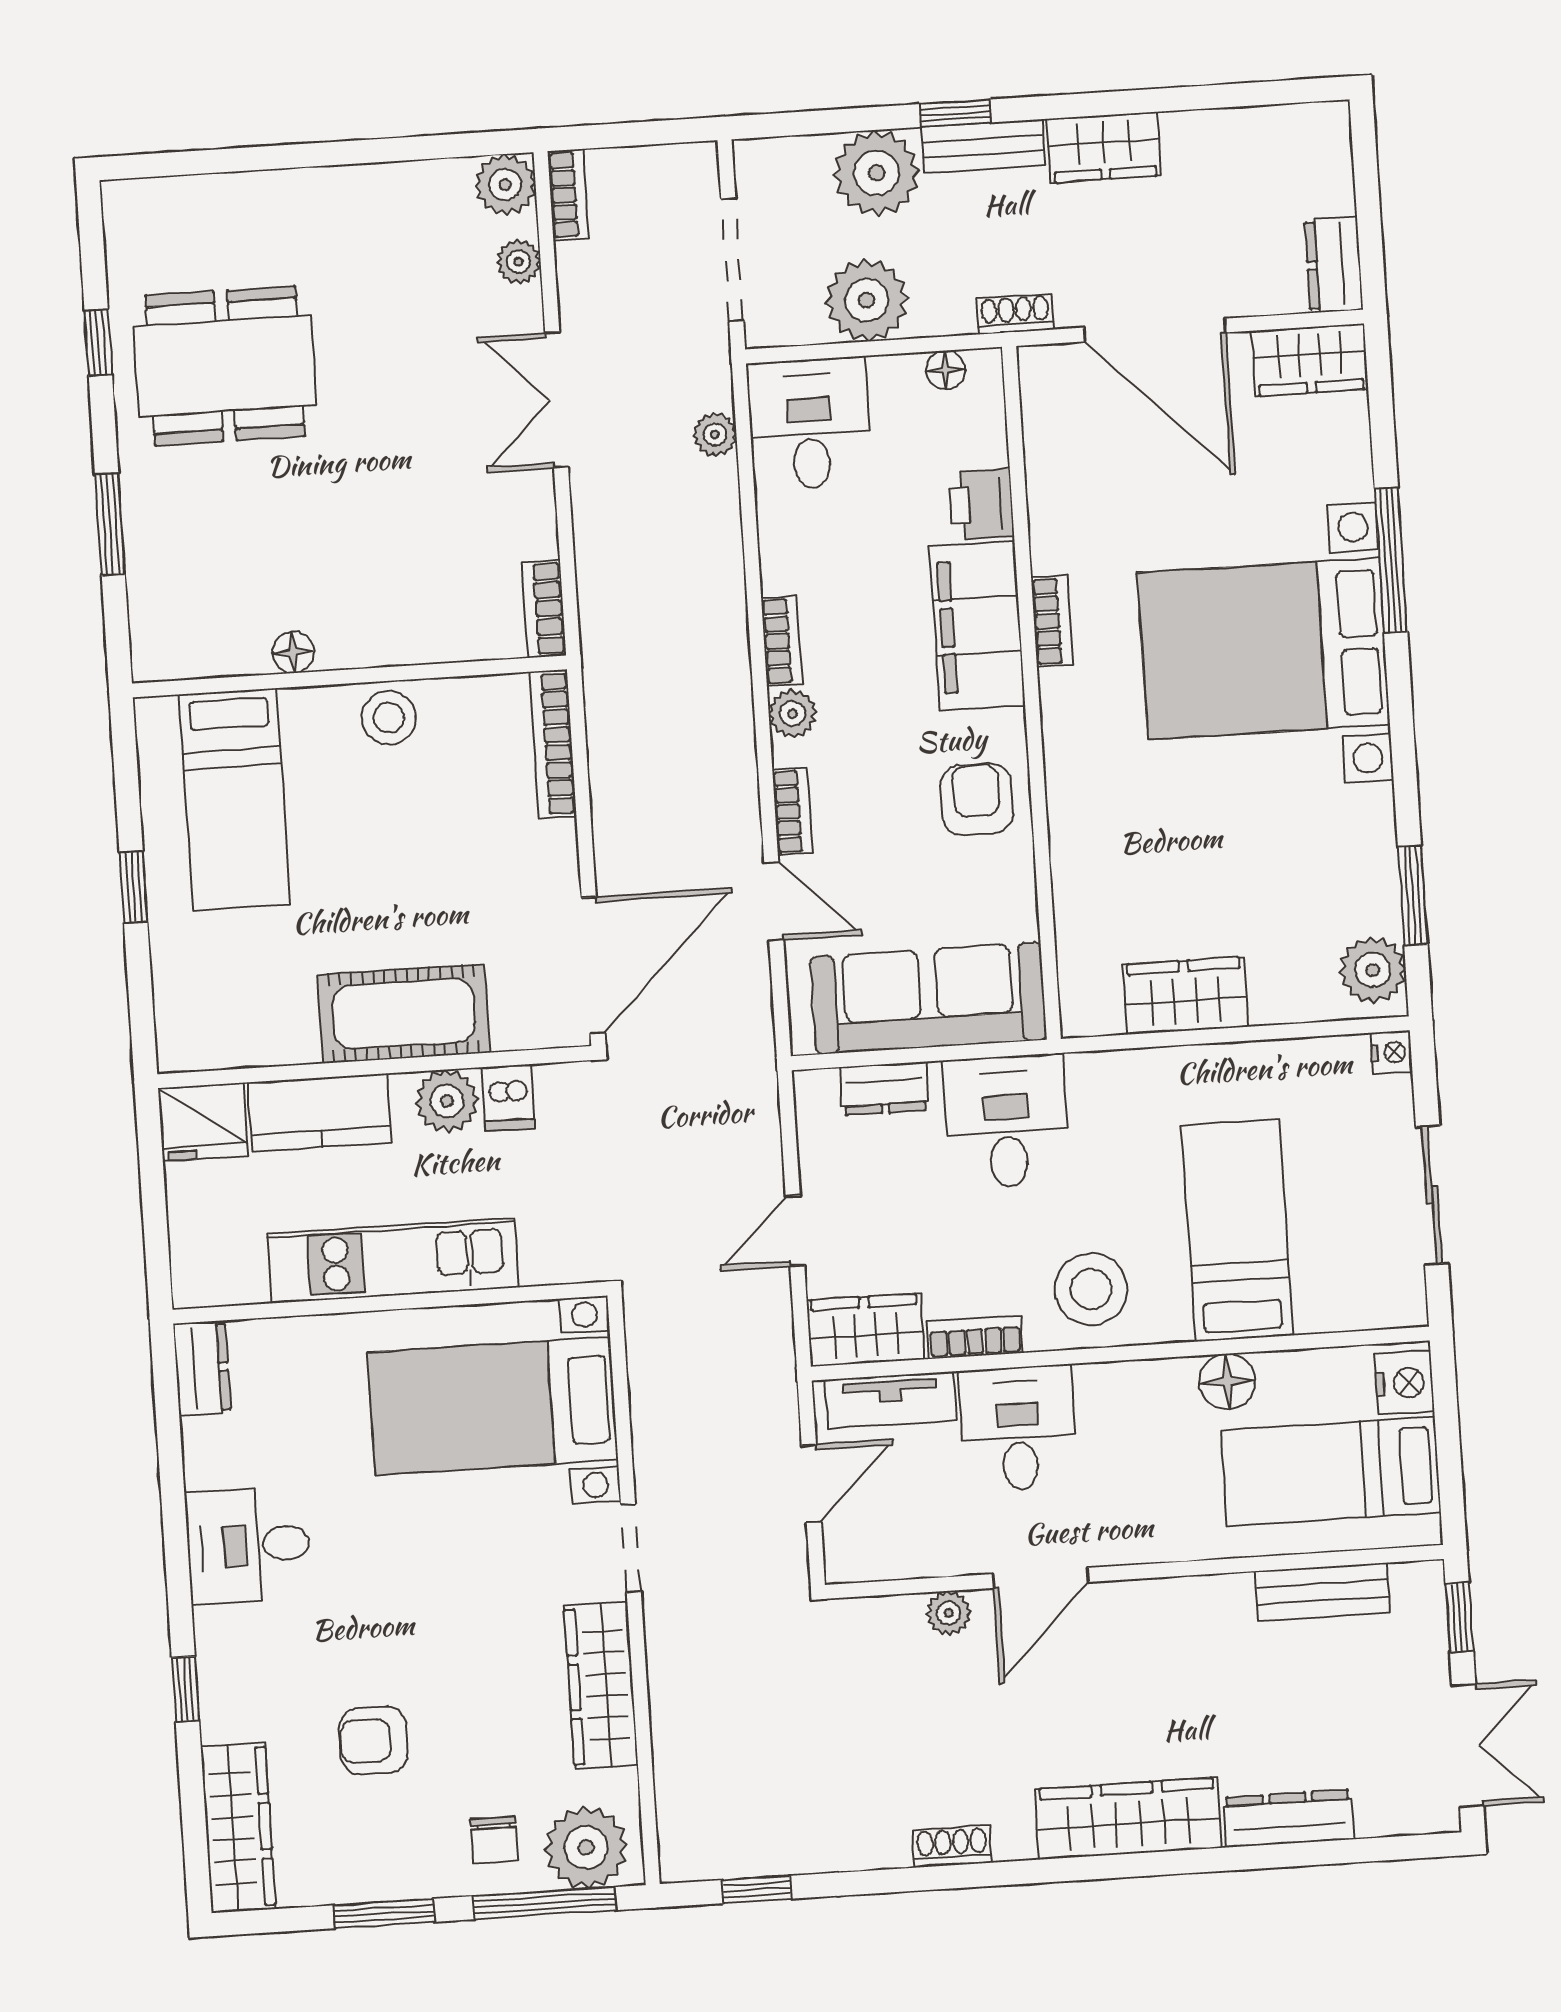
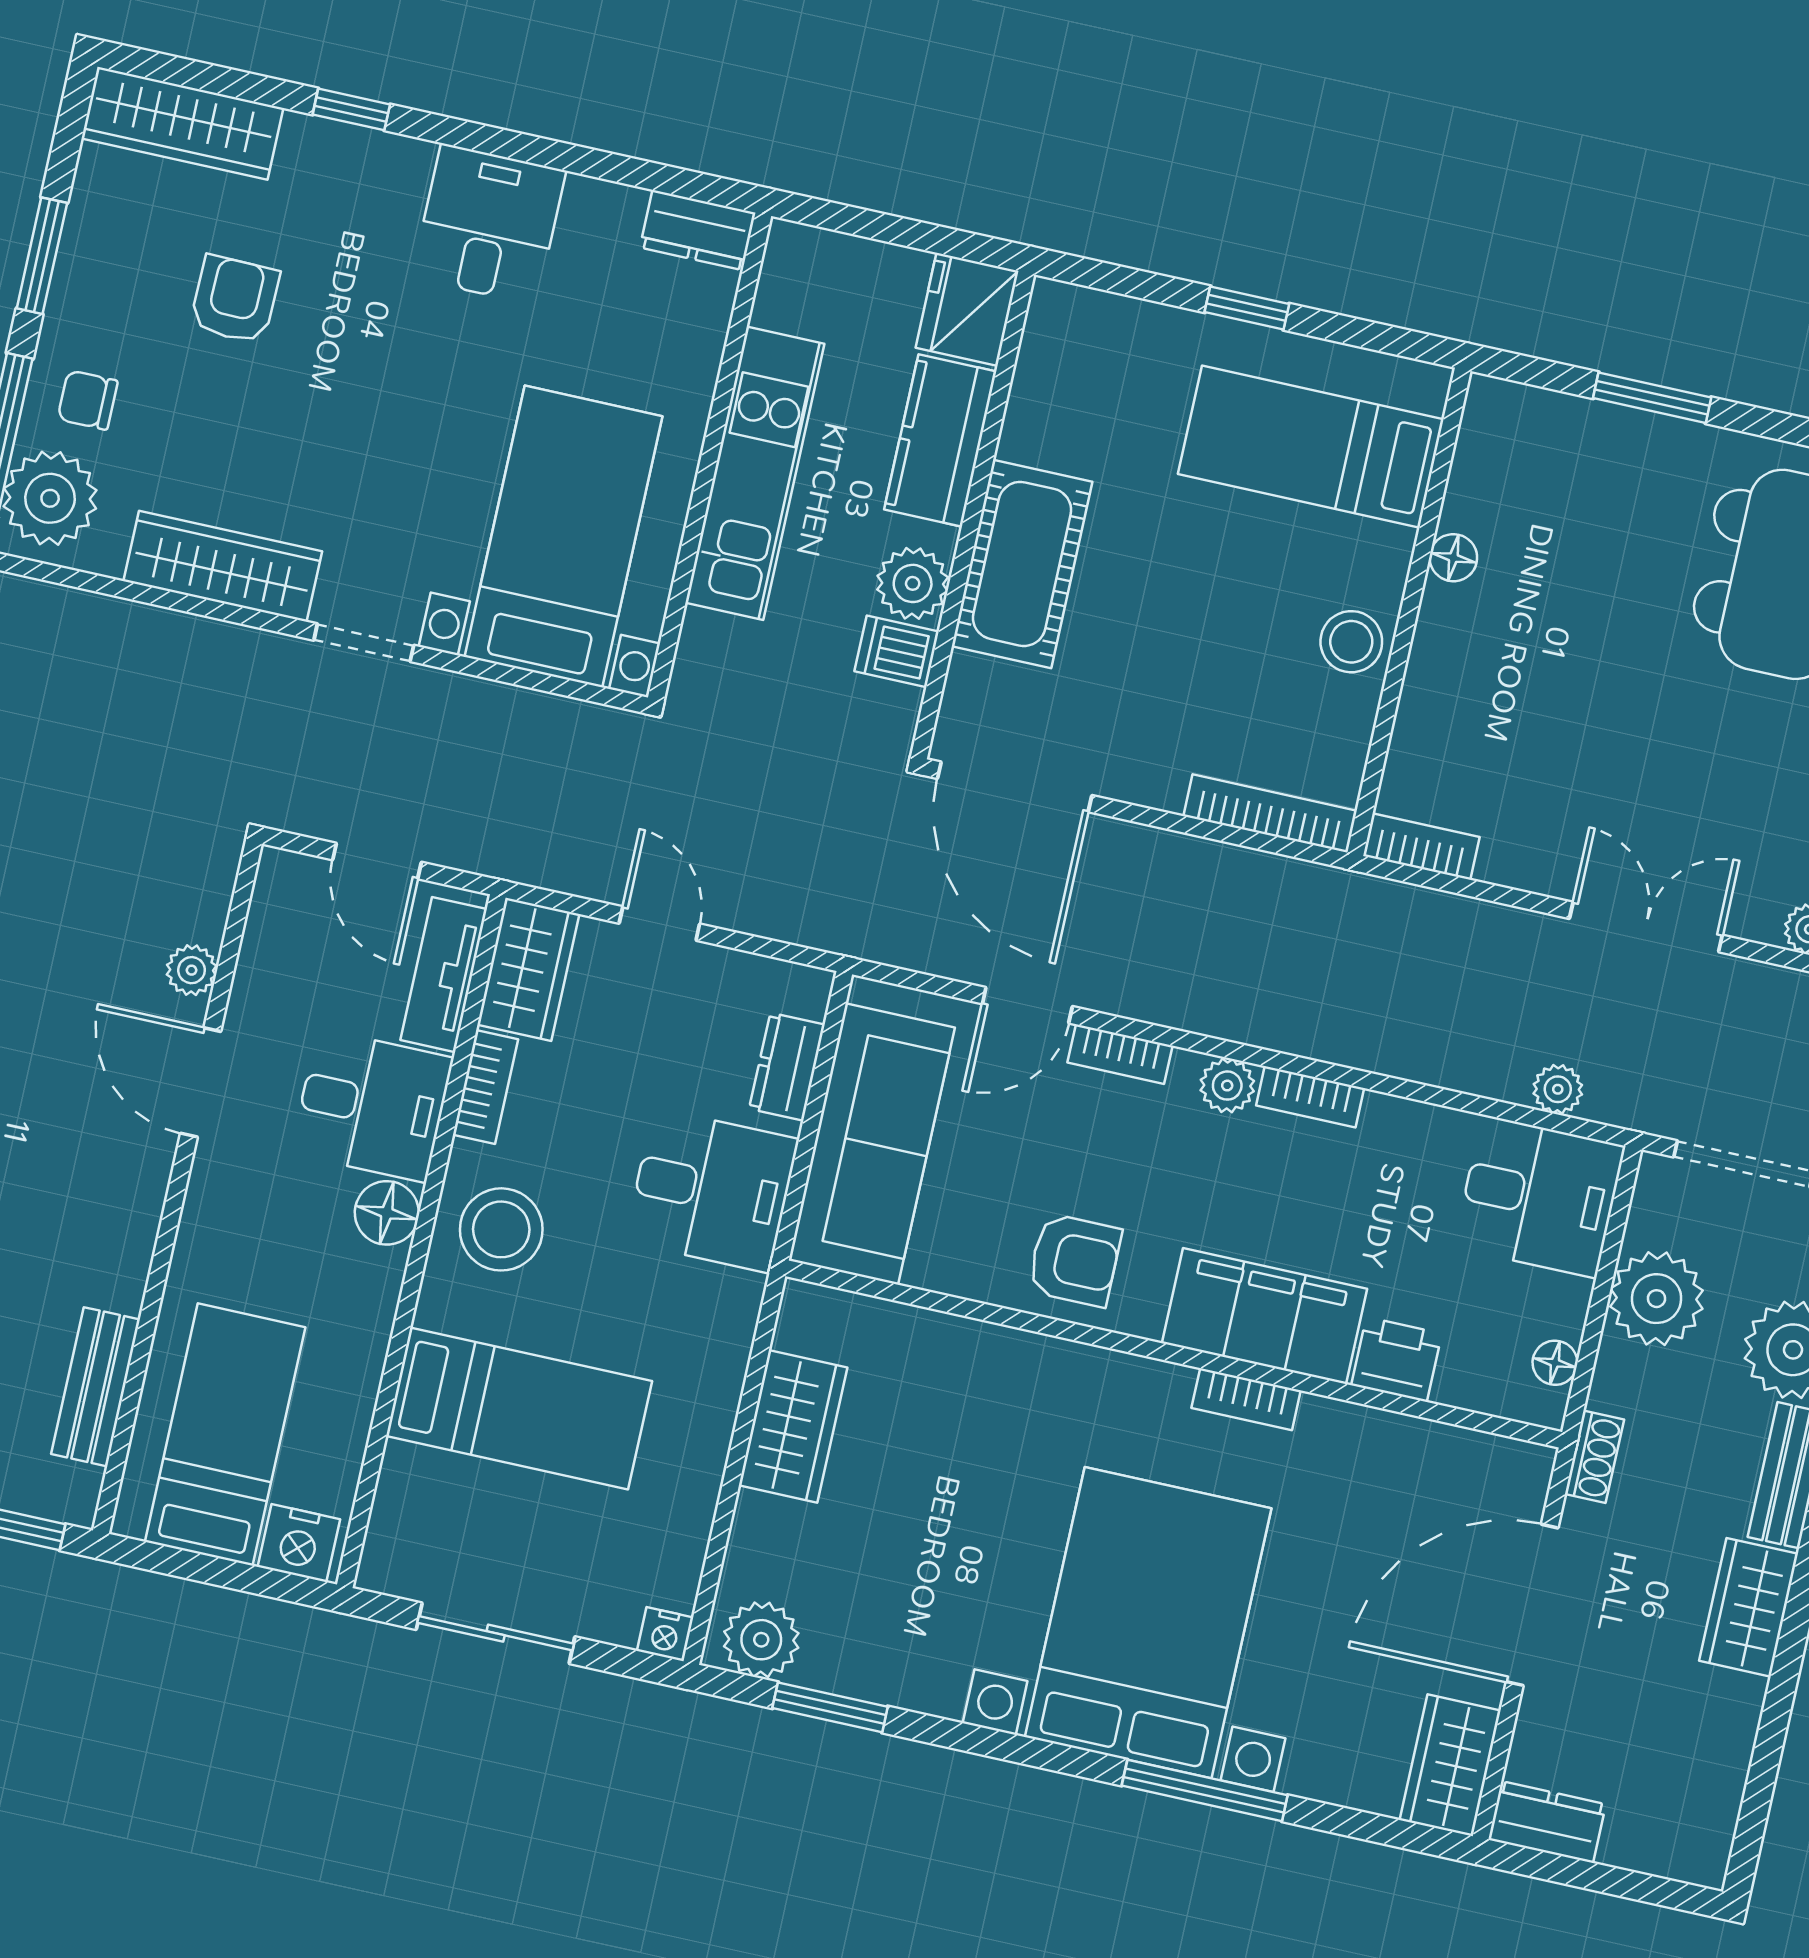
floor lamp: (1227, 1382) -> (387, 1213), moved

